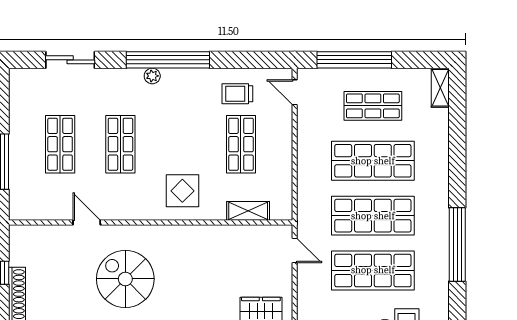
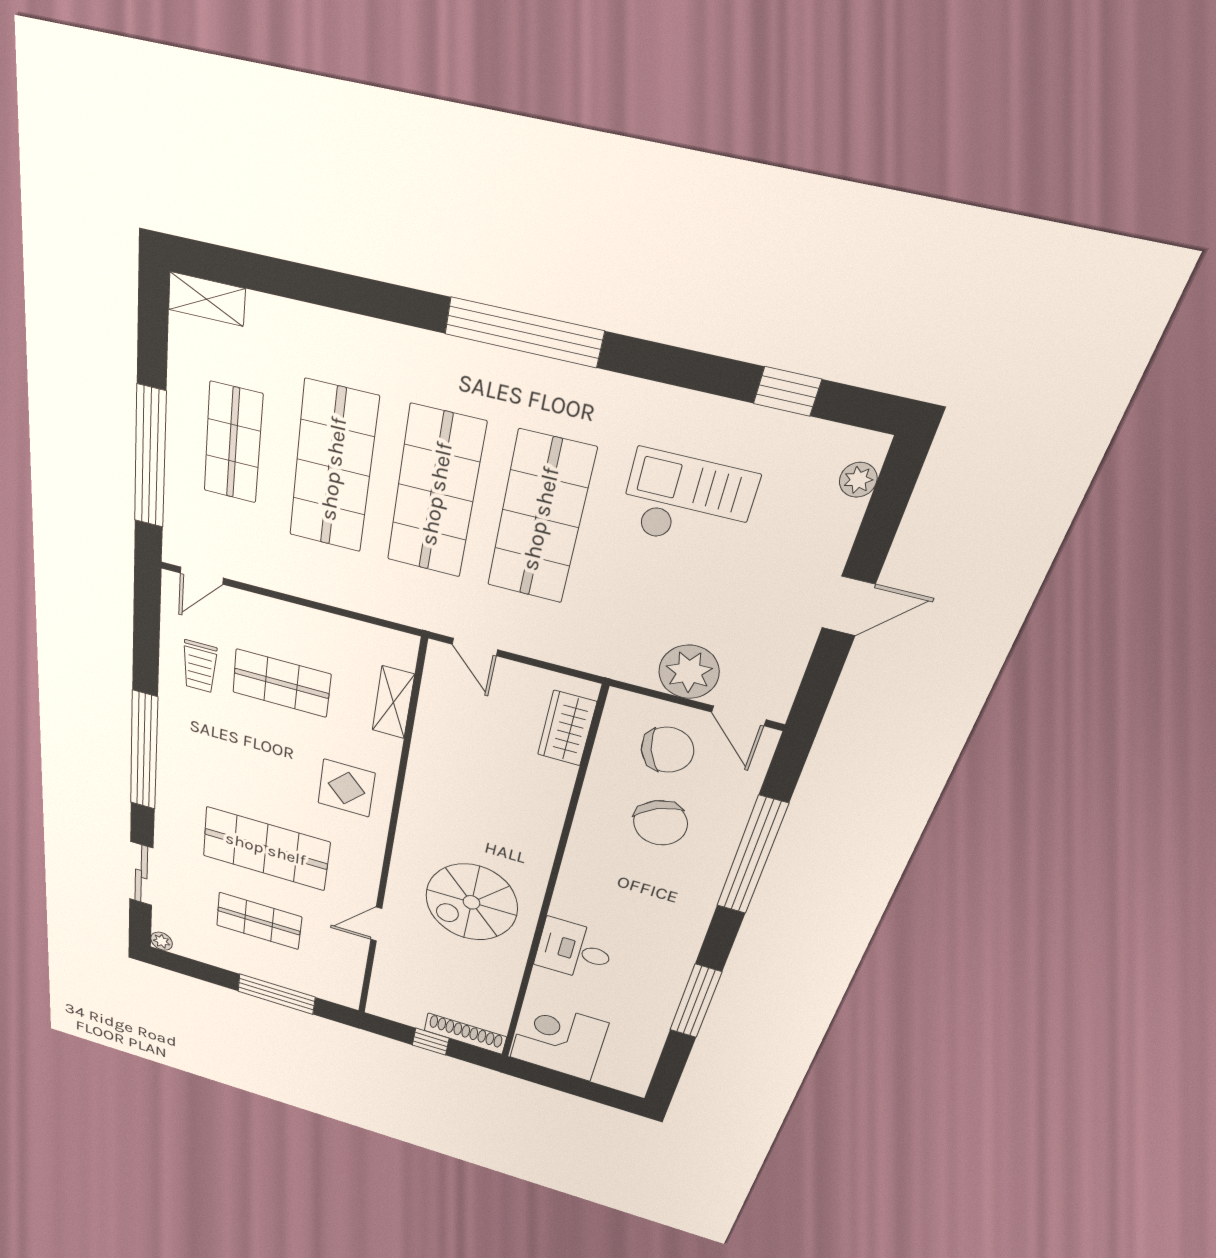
plant: (152, 76) -> (162, 941), moved
shop shelf: (120, 144) -> (266, 849), width x1.43, depth x1.36
door: (295, 250) -> (475, 647), swing flipped

